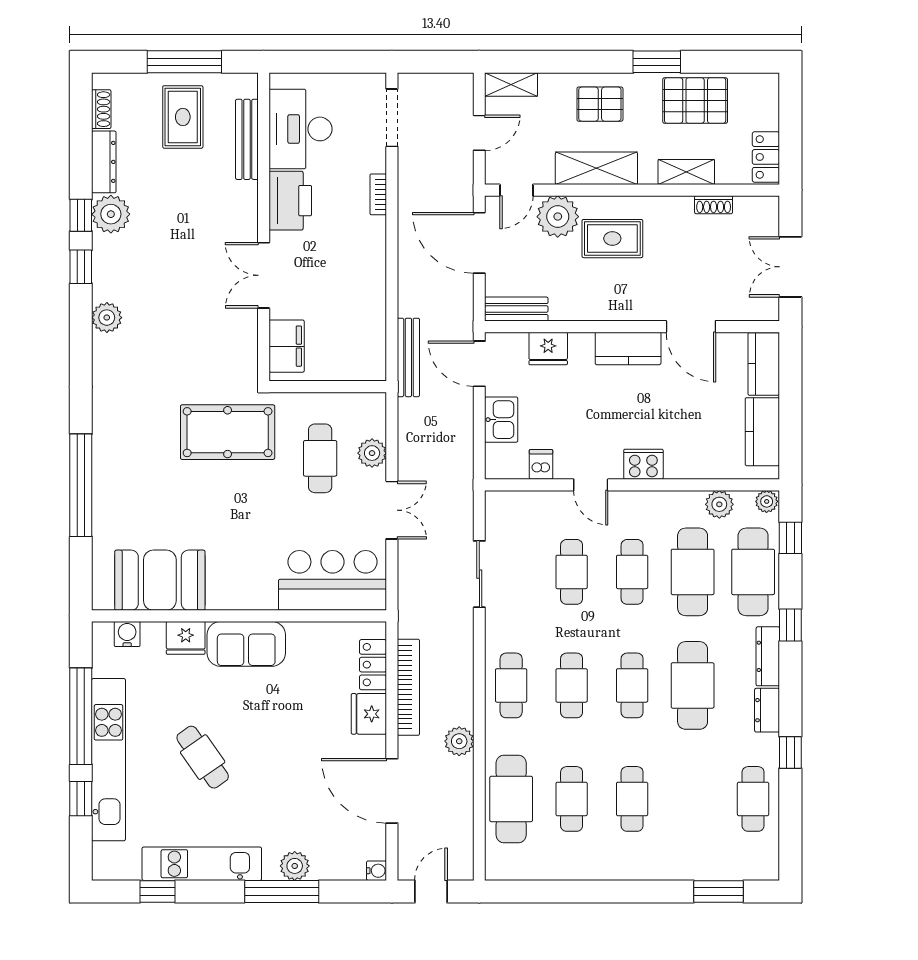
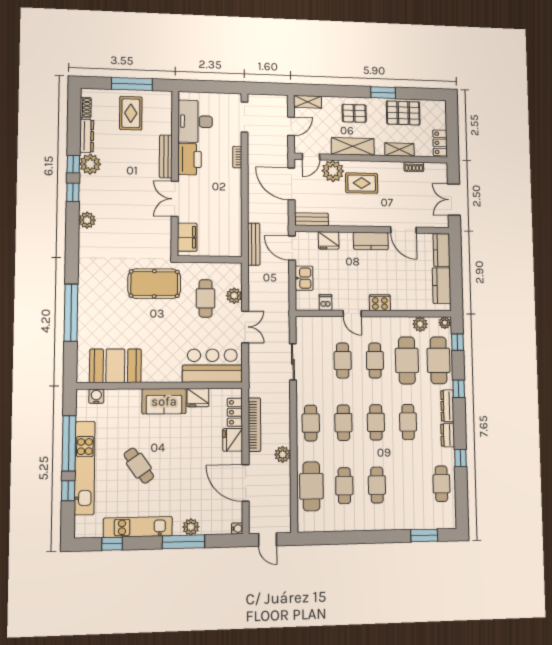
bench: (247, 139) -> (166, 156), moved
fridge: (186, 638) -> (198, 398), moved
cafe table: (693, 685) -> (408, 422), width x0.73, depth x0.74
door: (431, 891) -> (268, 540), swing flipped

